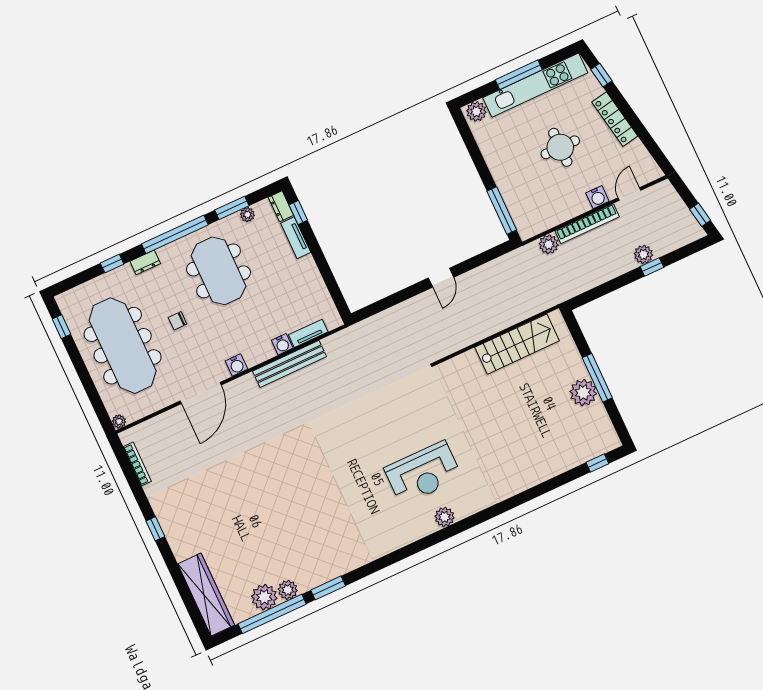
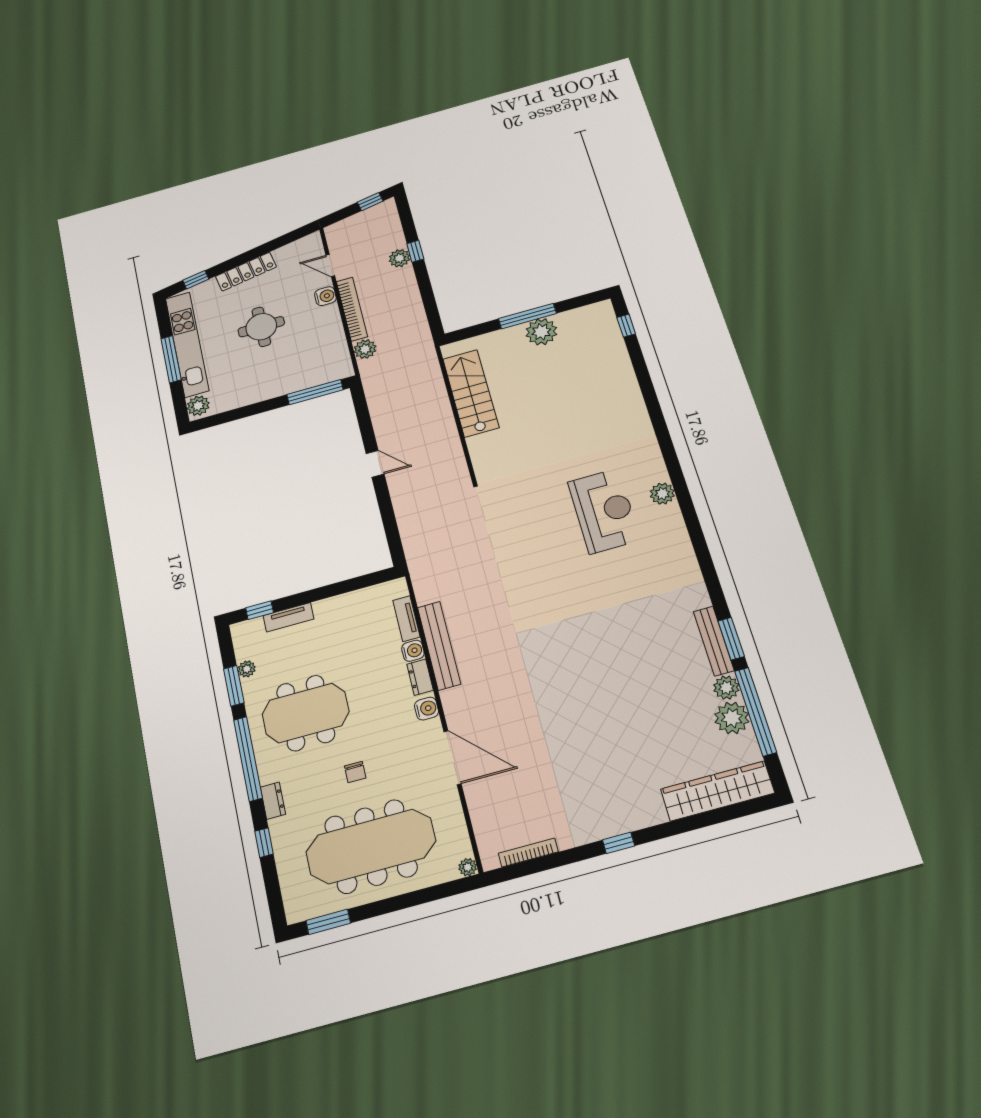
dresser: (281, 206) -> (420, 677), moved, turned 90
window: (61, 327) -> (328, 922), width x1.50
bench: (324, 575) -> (714, 641), added

